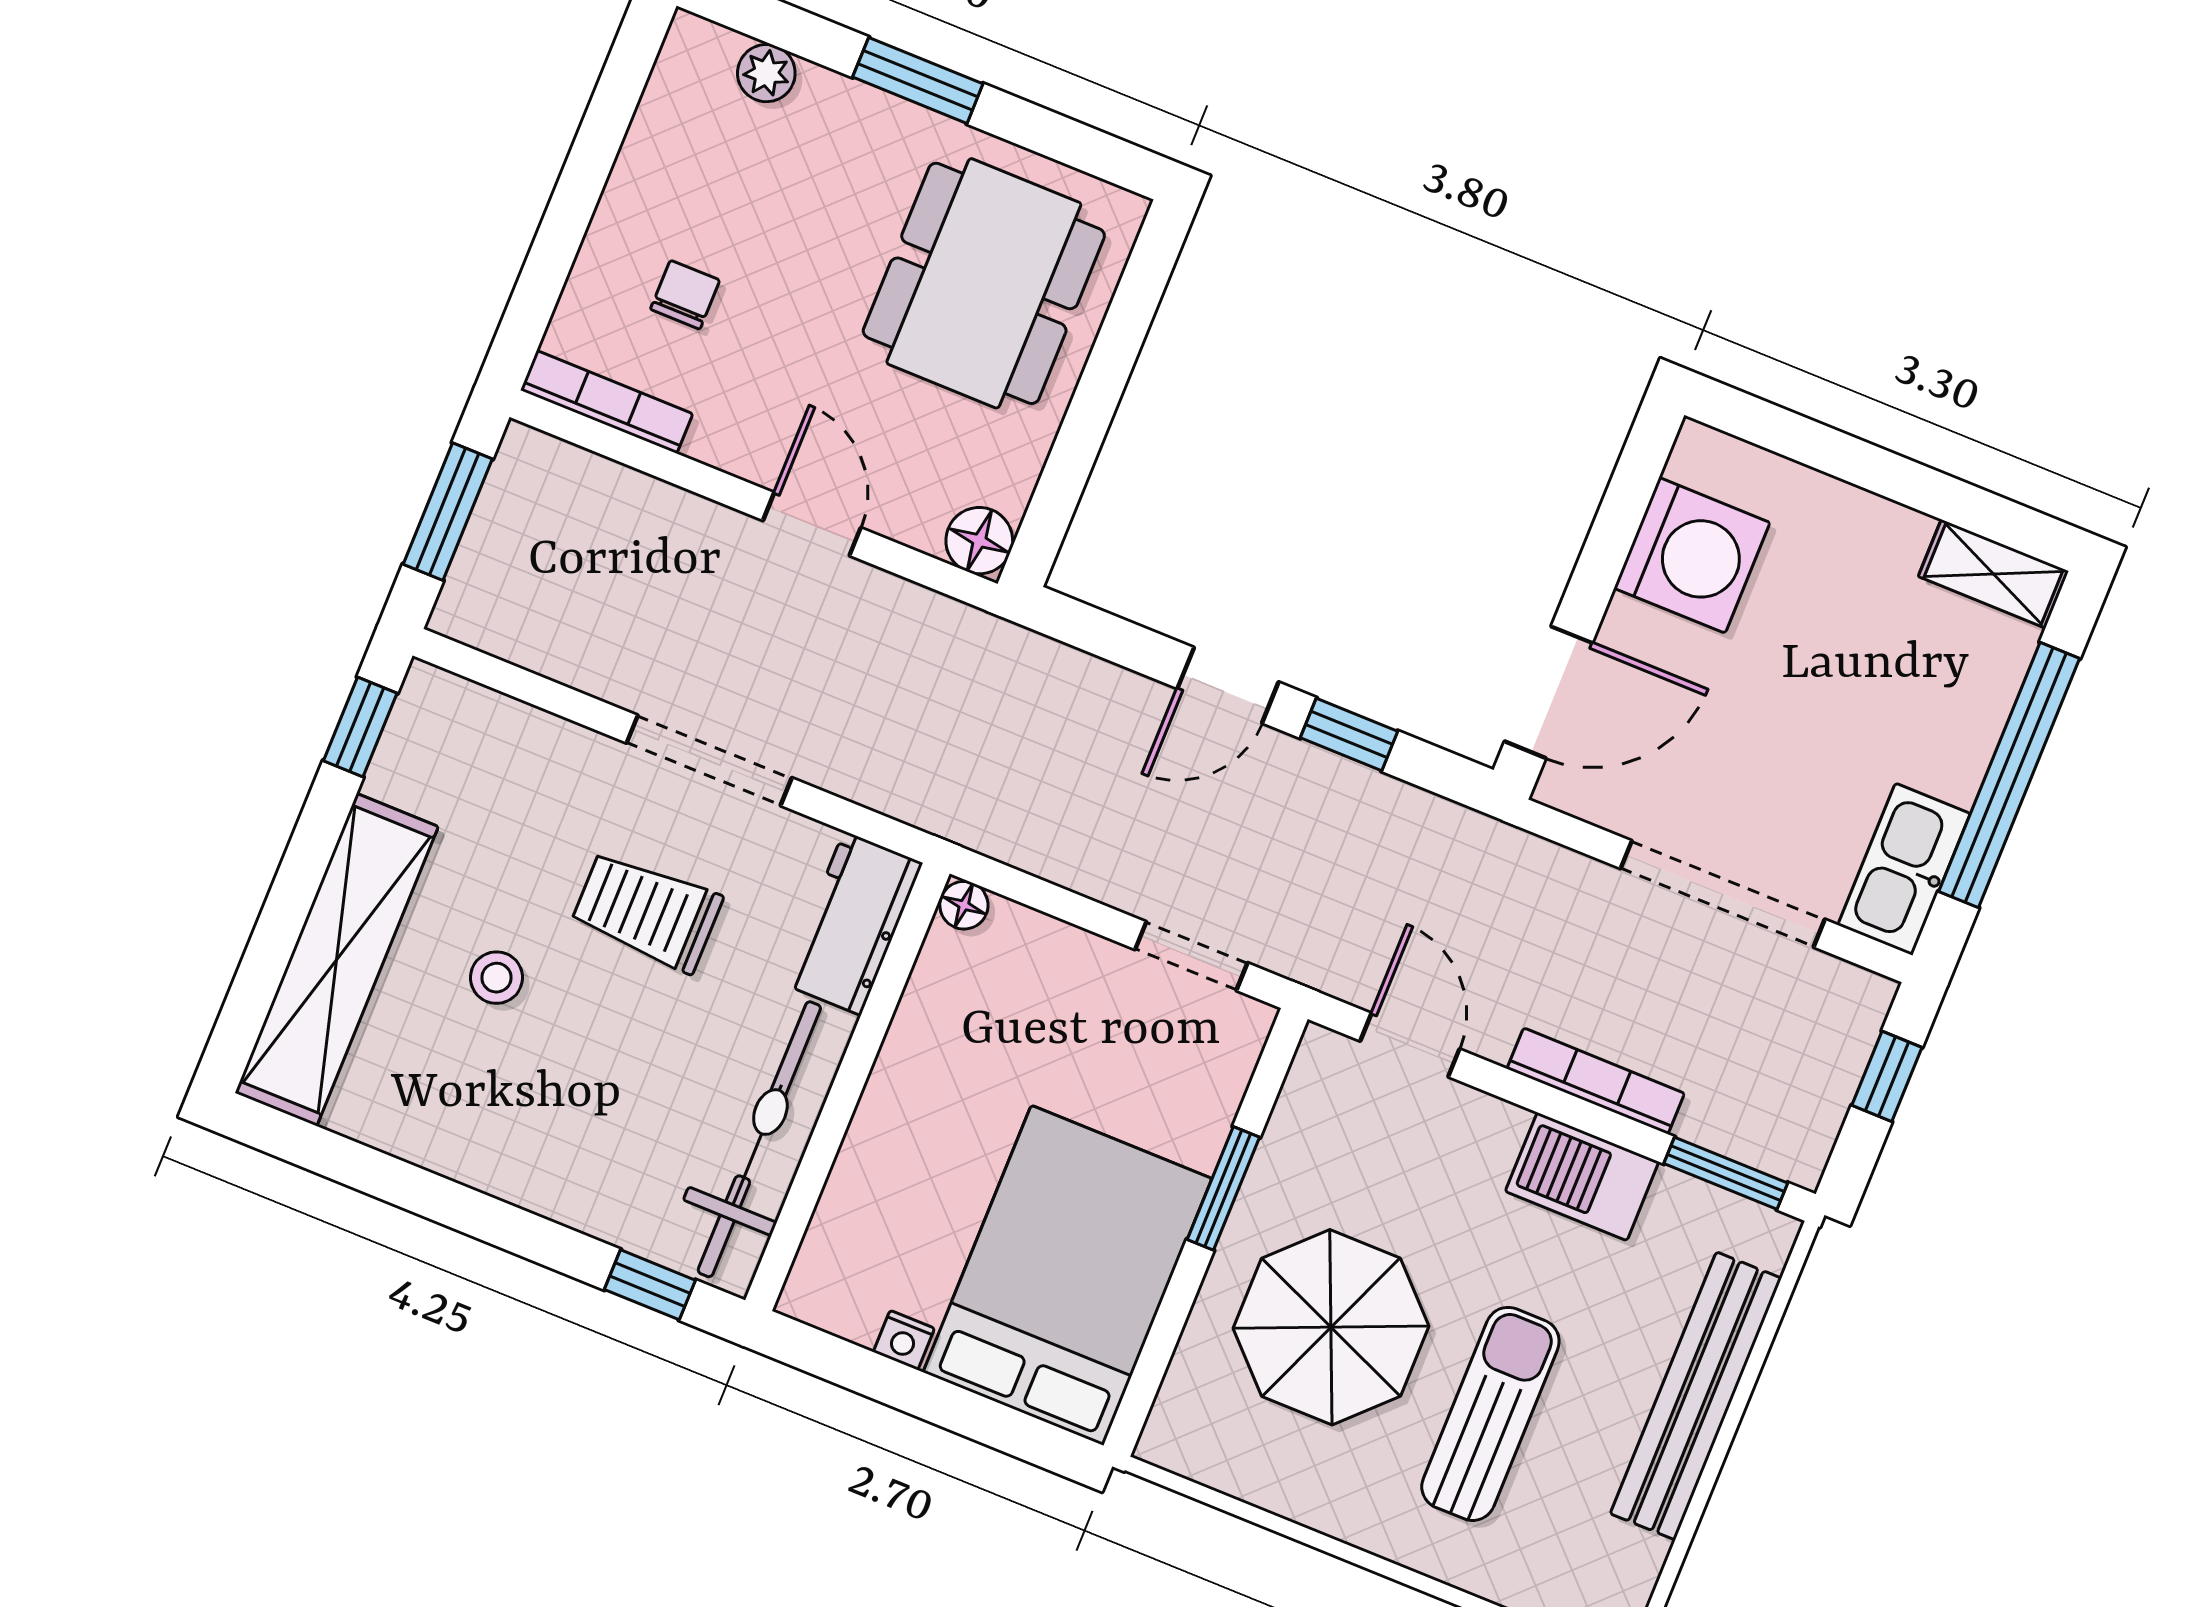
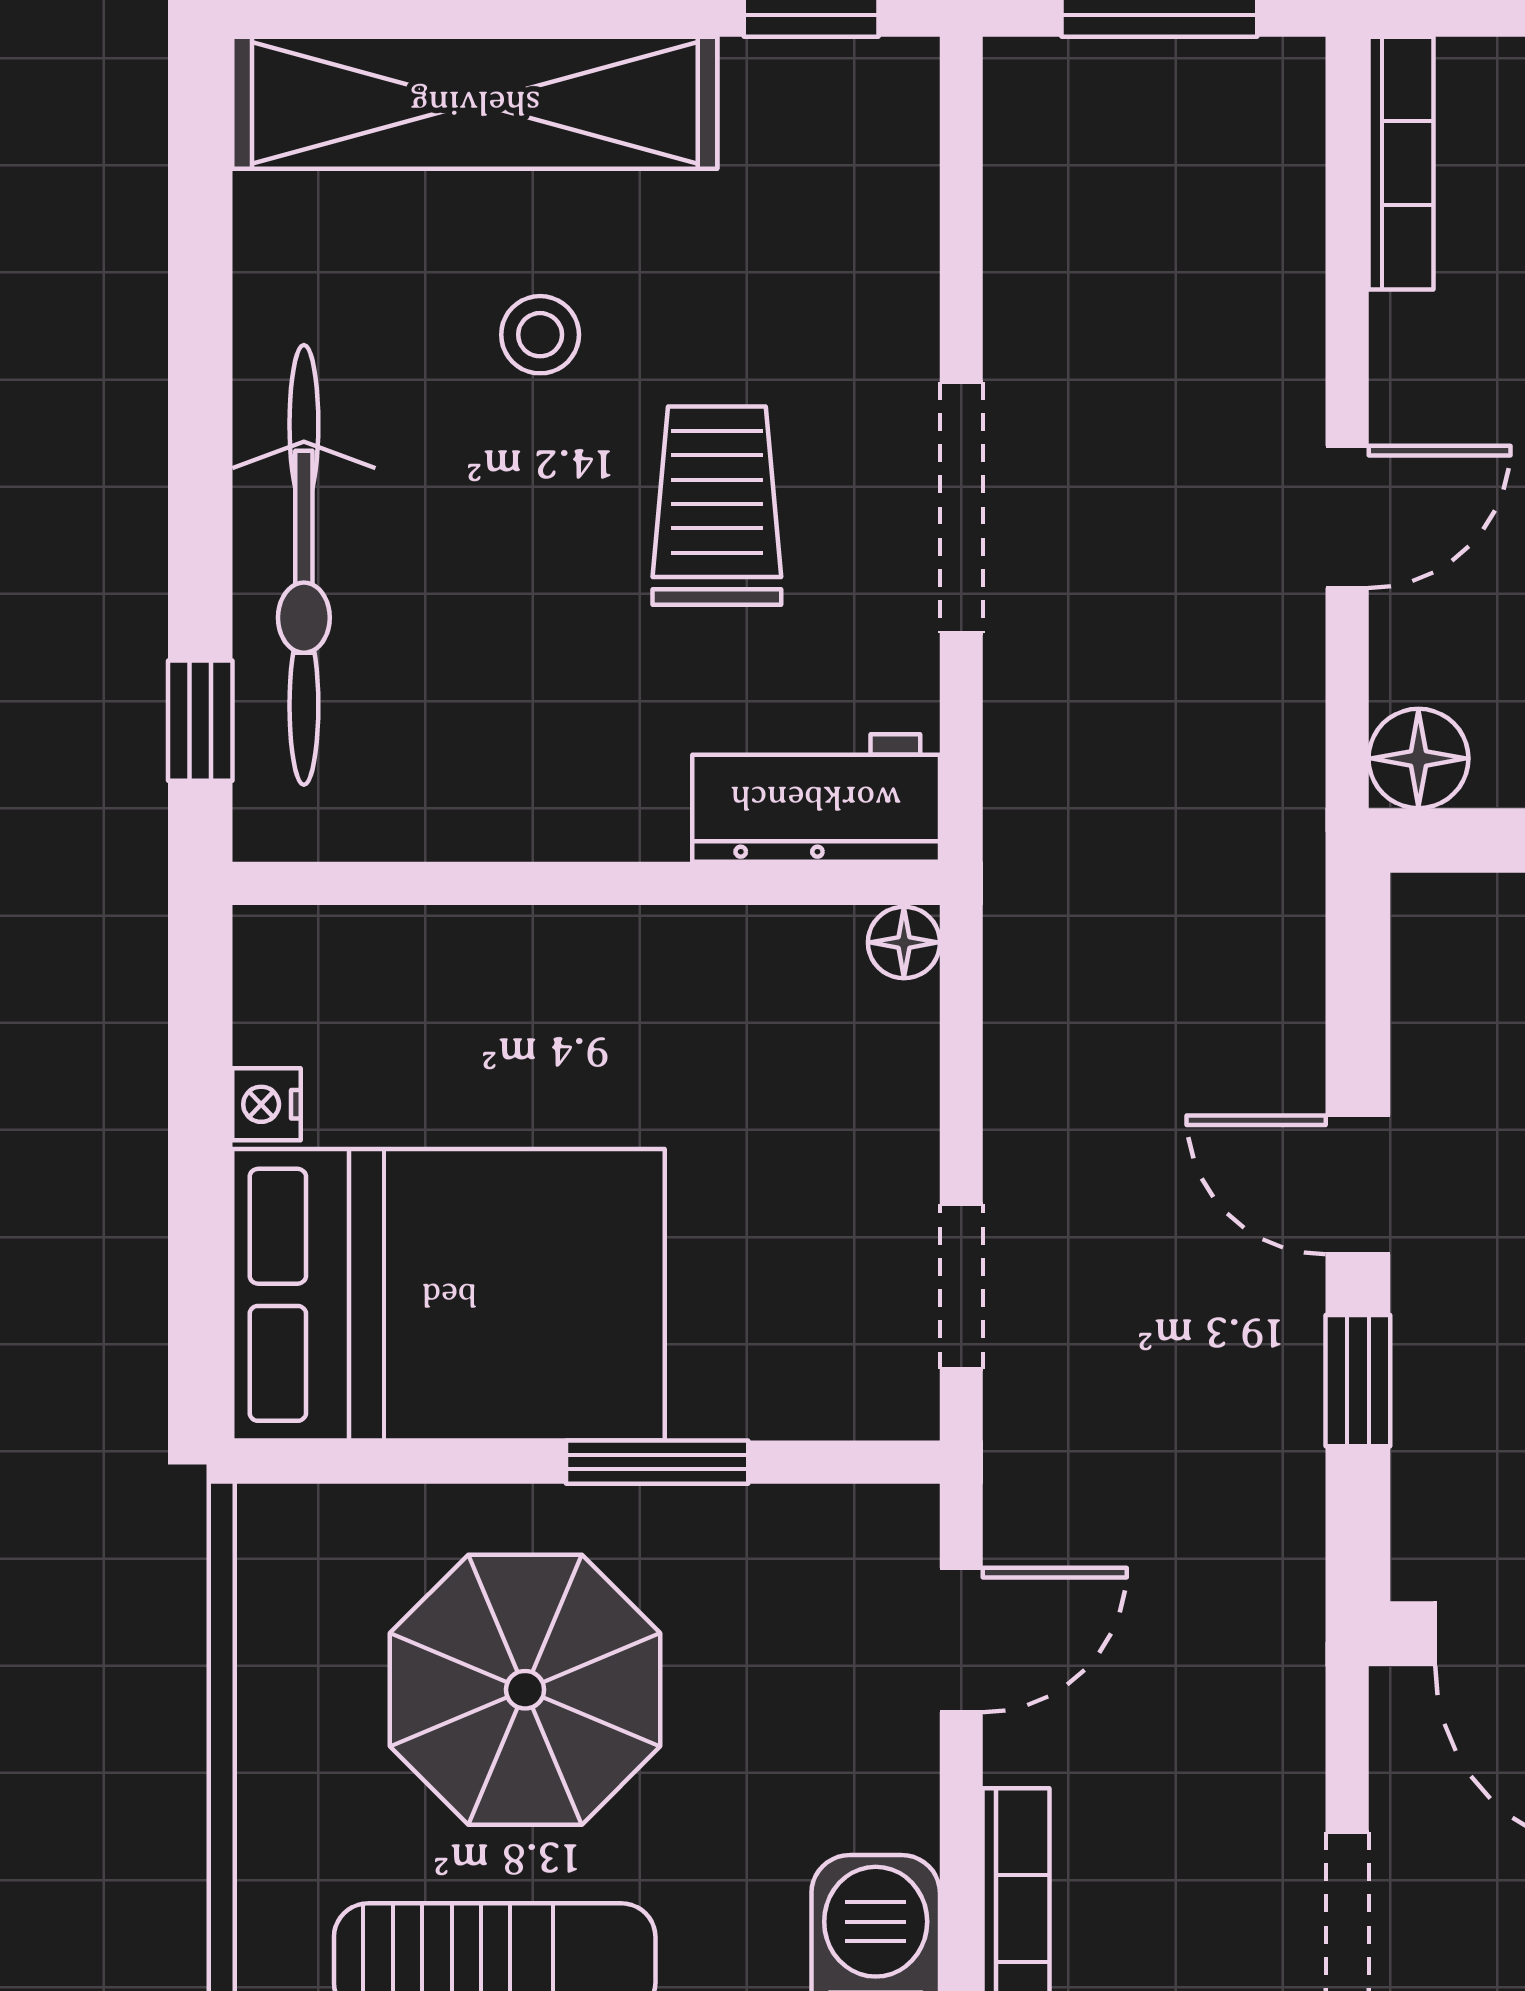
bicycle: (759, 1139) -> (304, 565), moved, turned 90

